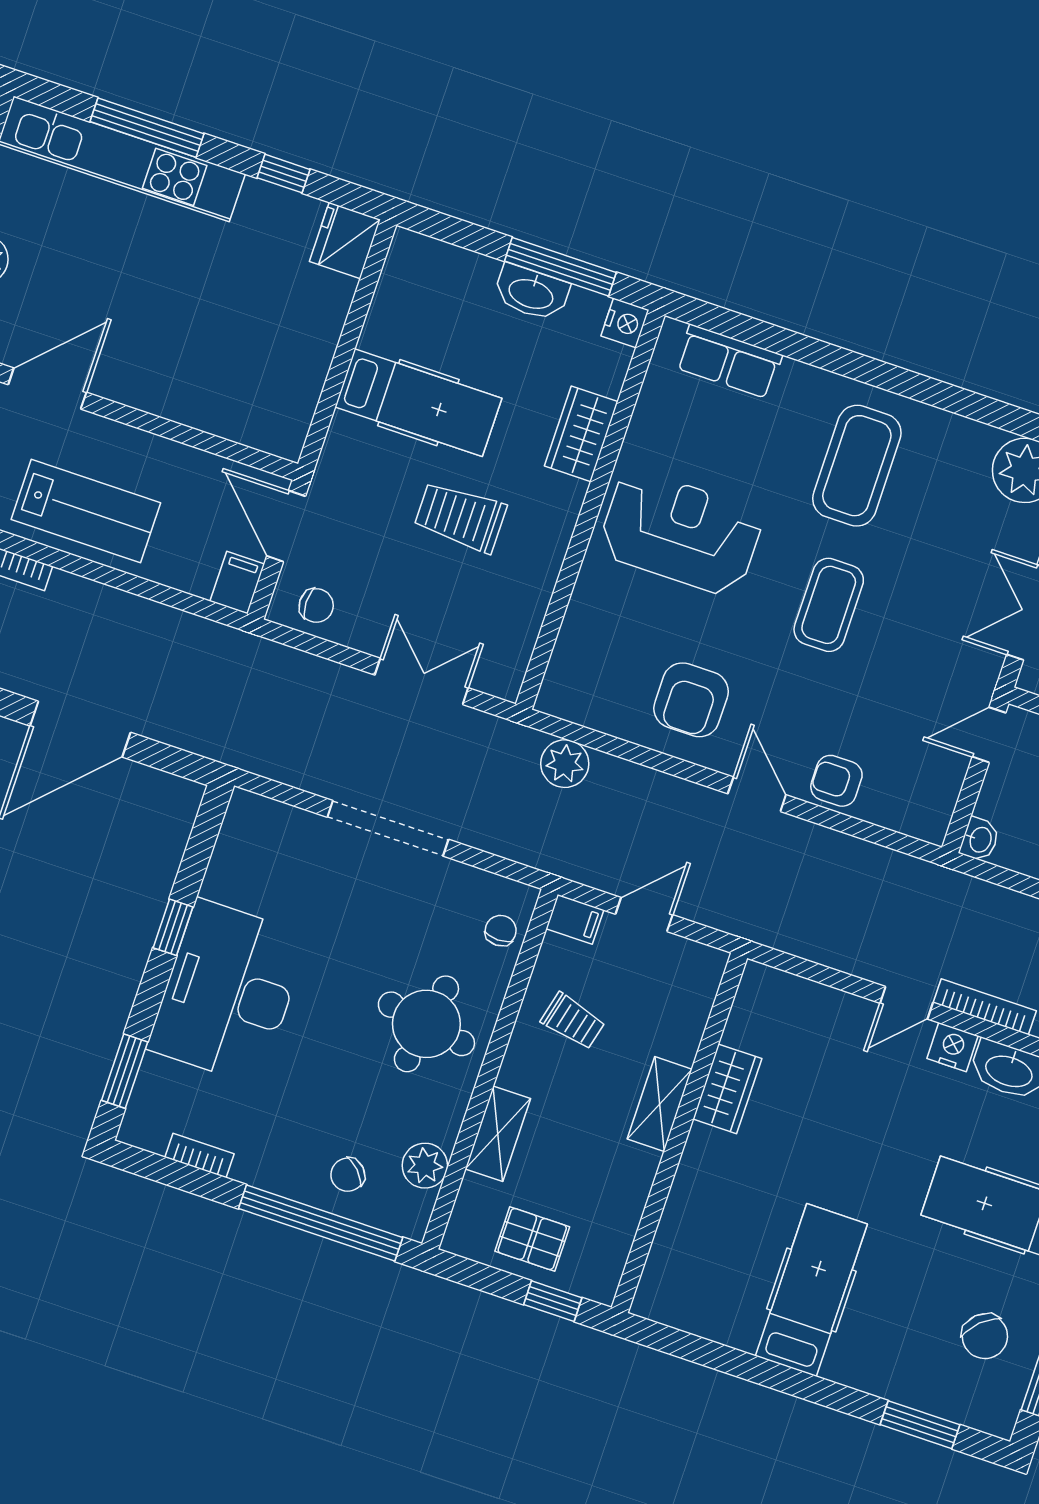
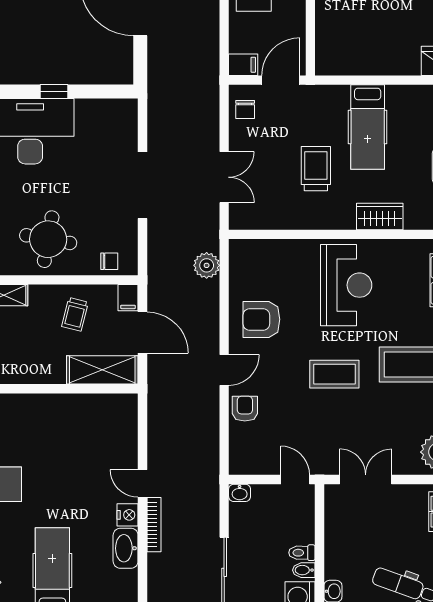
door: (644, 914) -> (142, 333), width x1.38
wardrobe: (727, 1089) -> (67, 406), removed
shelving: (660, 1104) -> (102, 370), moved, width x1.50, depth x1.33

